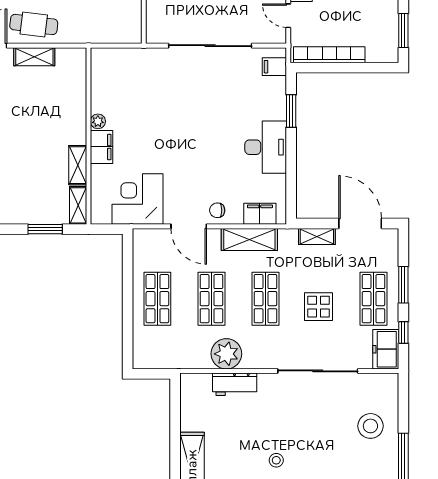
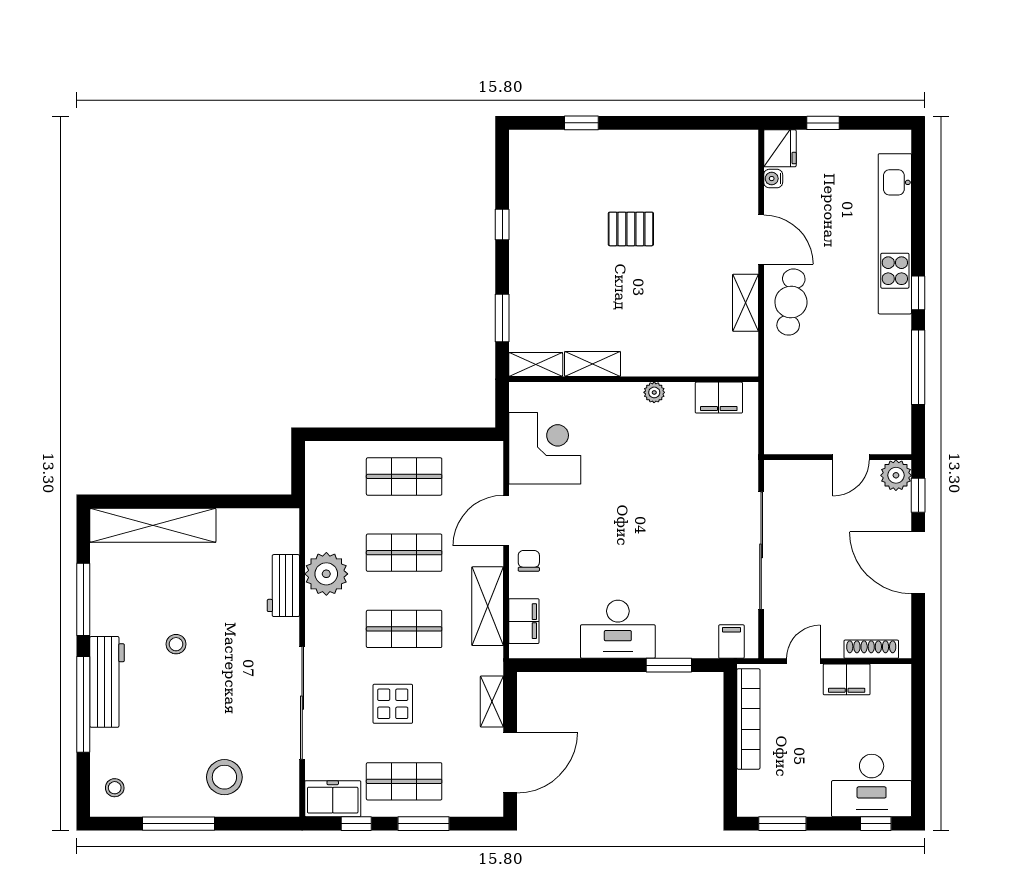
filing cabinet: (102, 147) -> (719, 398), moved

